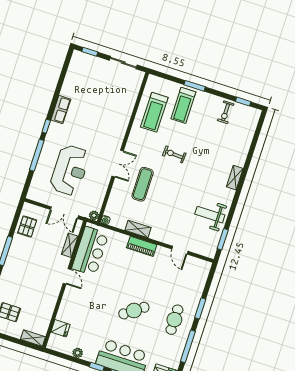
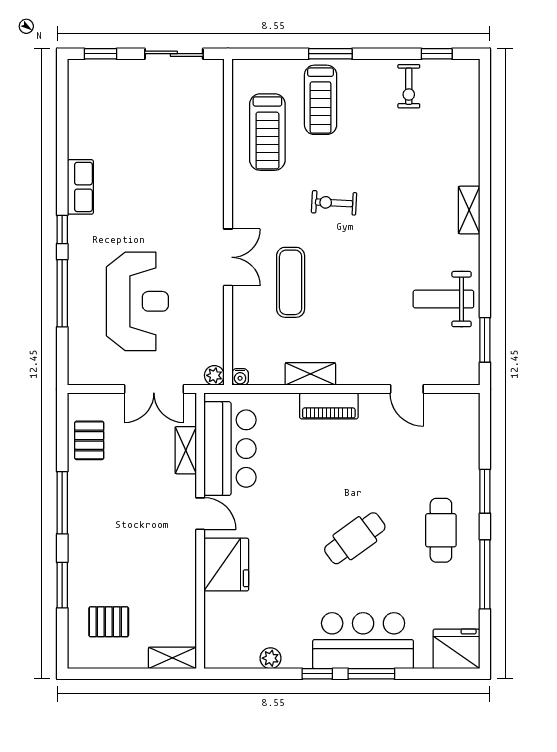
fridge: (60, 328) -> (226, 565), moved, width x1.88, depth x1.34

